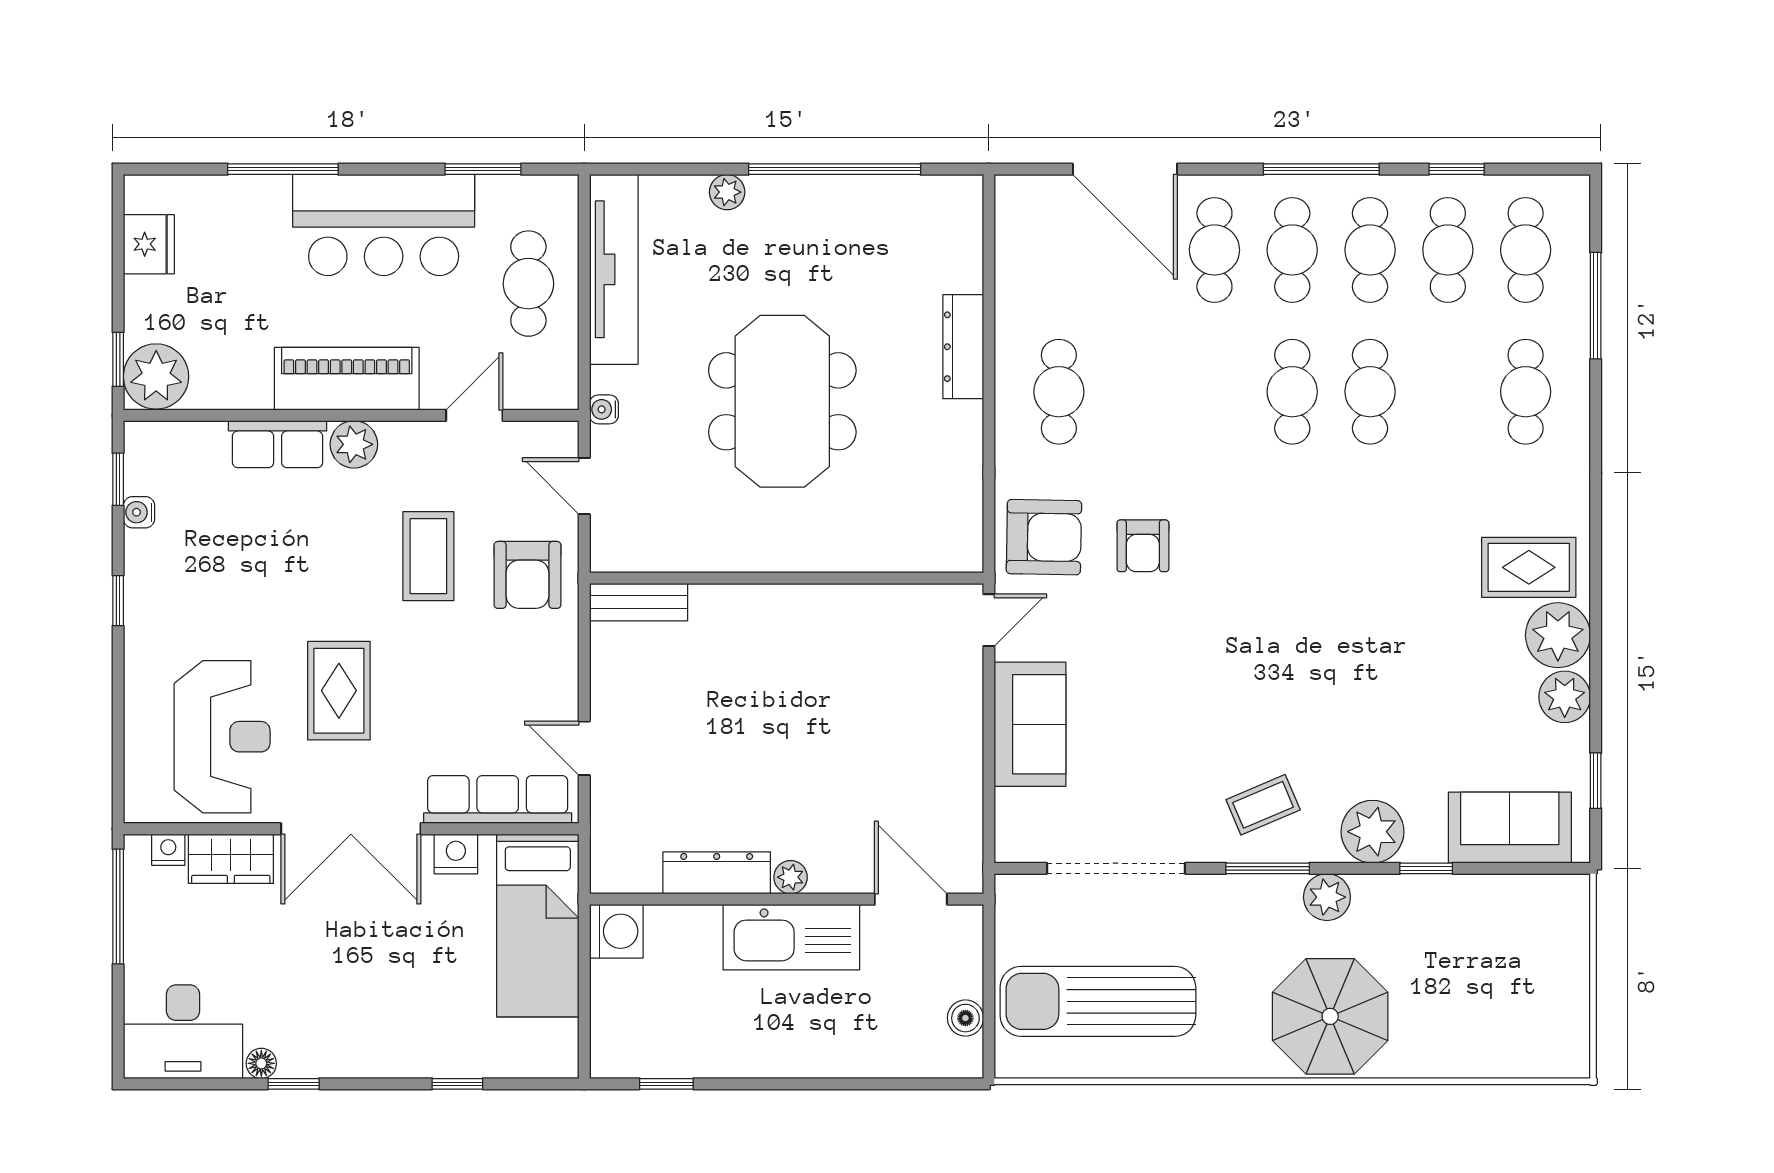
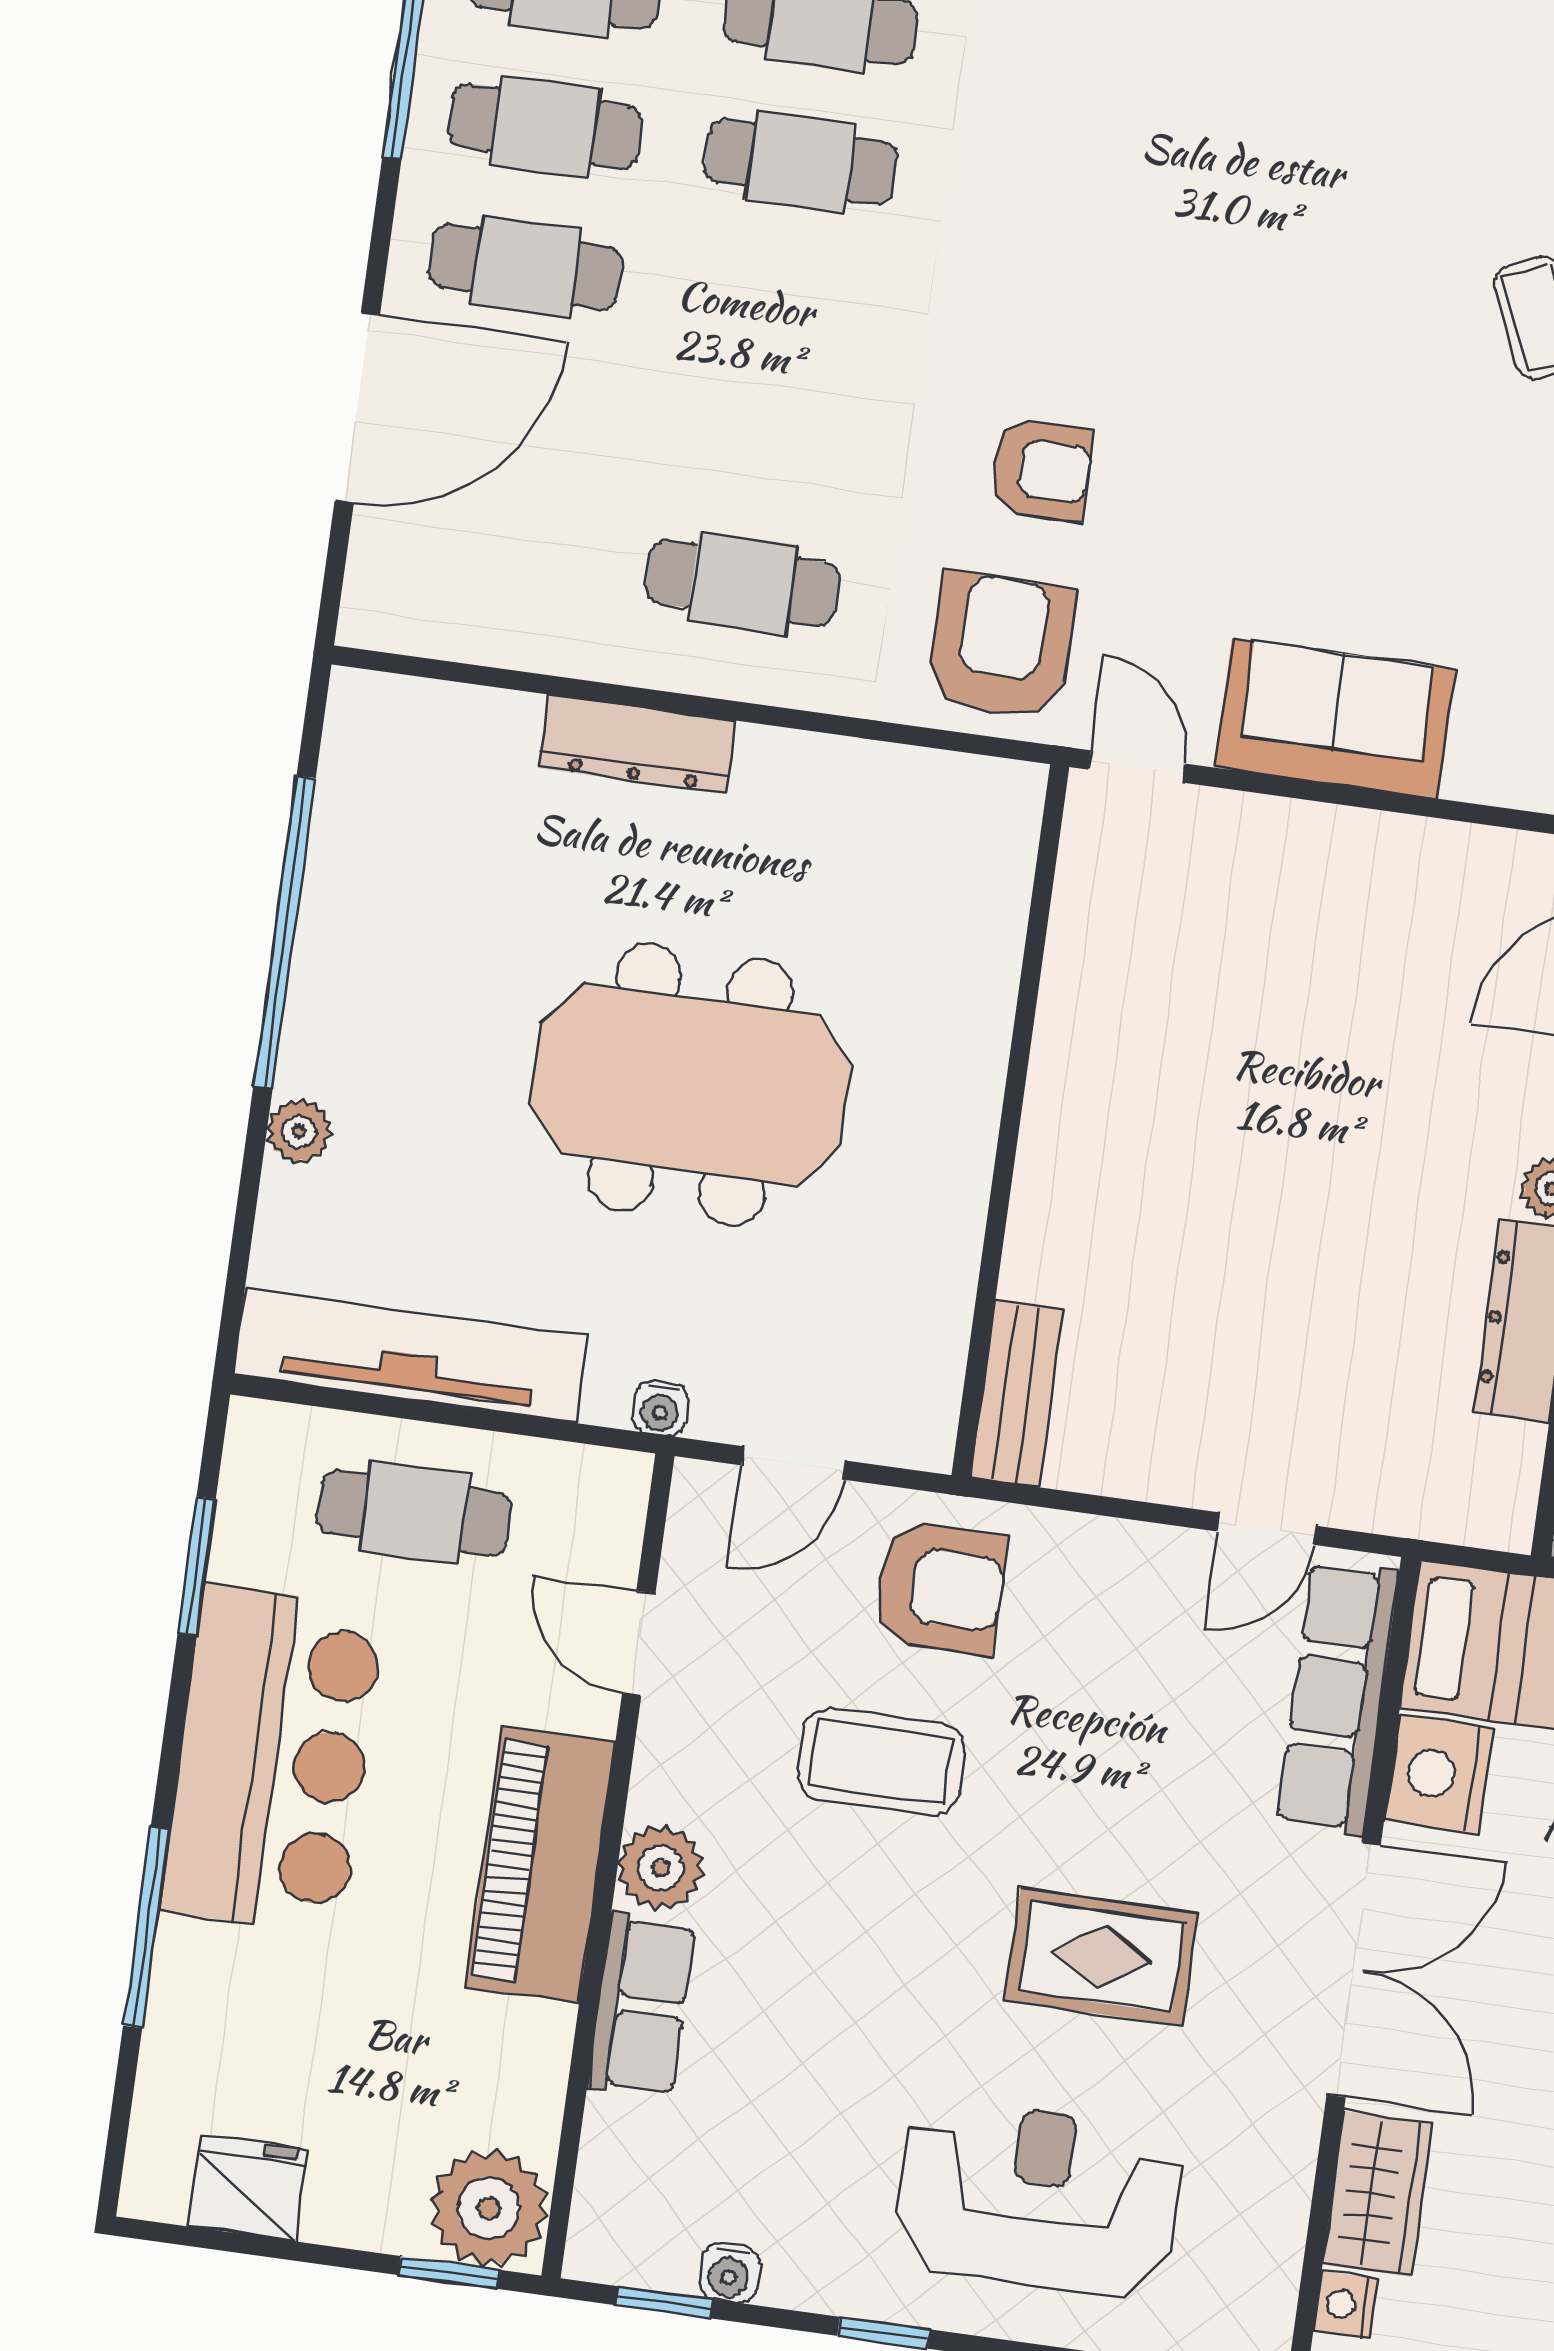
reception desk: (222, 737) -> (1039, 2198), moved
nightstand: (456, 854) -> (1439, 1774), width x1.36, depth x1.33

